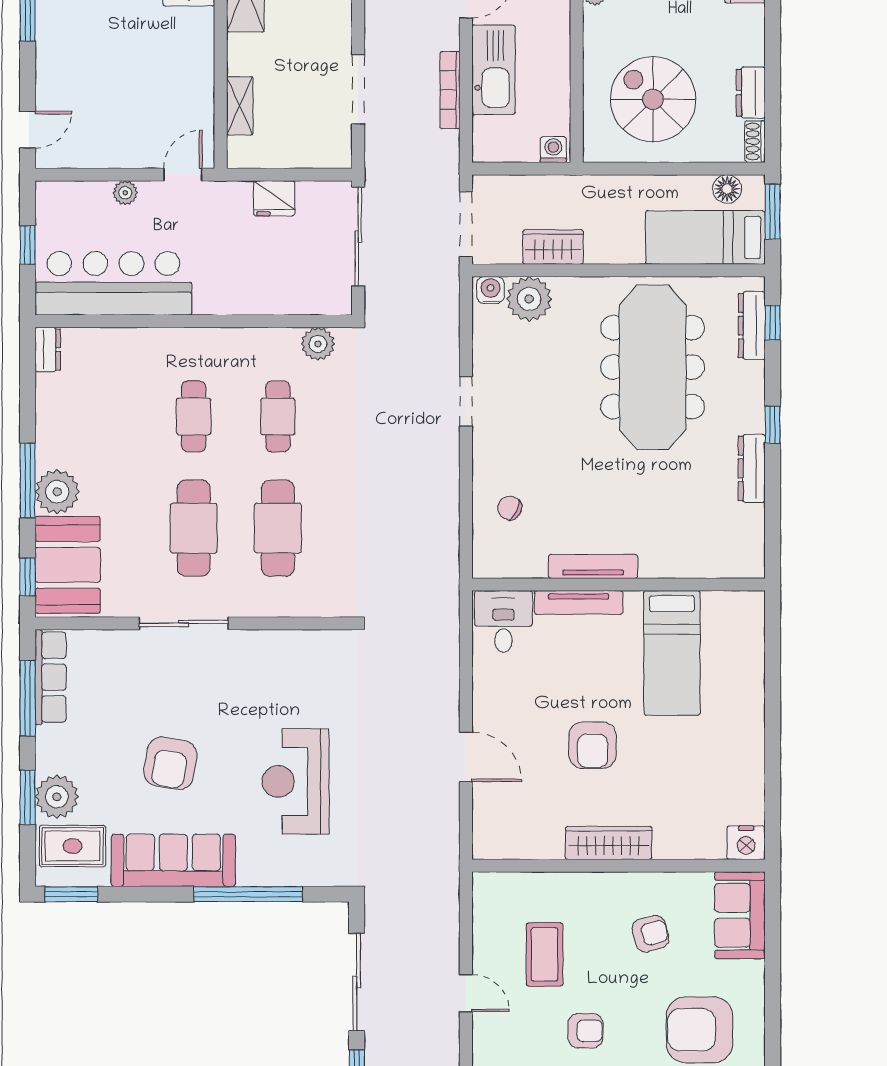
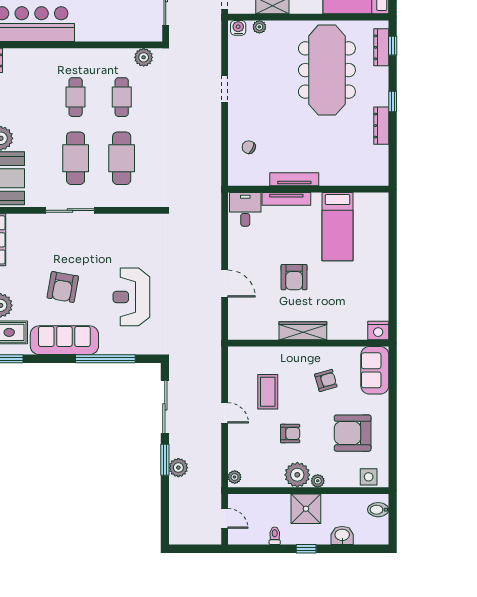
plant: (529, 299) -> (259, 27), width x0.53, depth x0.53

